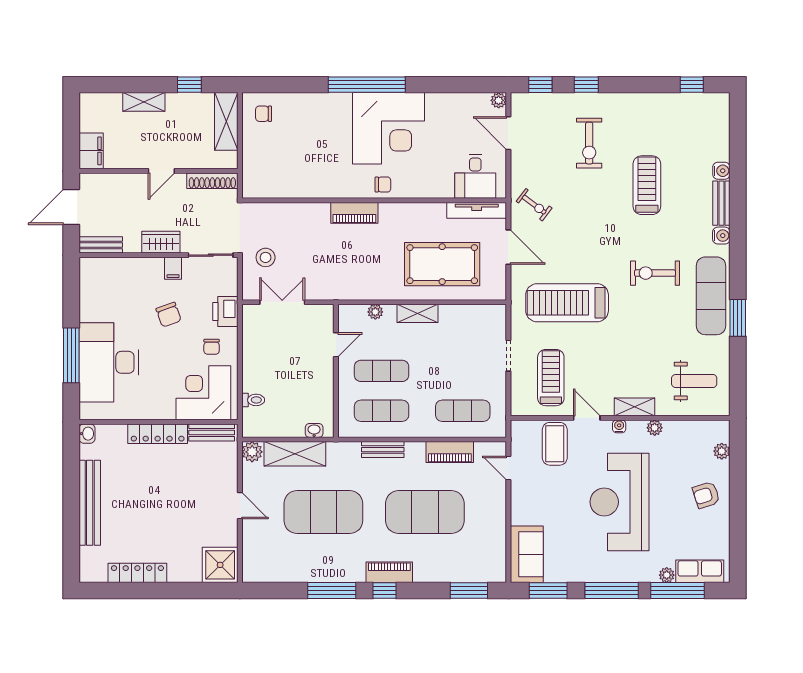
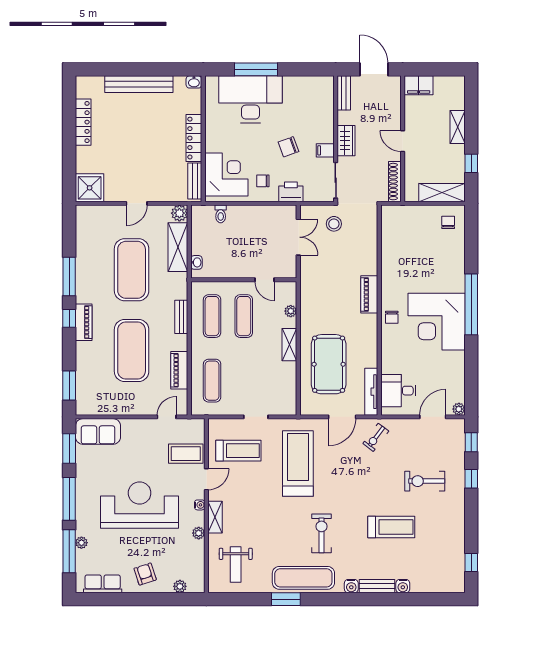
row of seats: (700, 571) -> (103, 584), moved, turned -90

